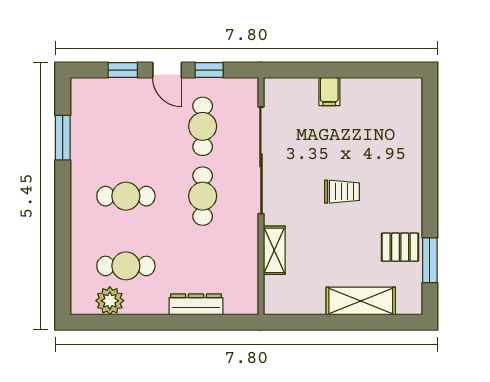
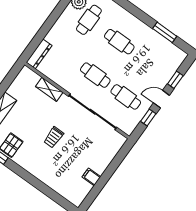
filing cabinet: (329, 91) -> (91, 177), moved
cafe table: (126, 196) -> (119, 42), turned 90
dresser: (196, 304) -> (39, 54), moved

